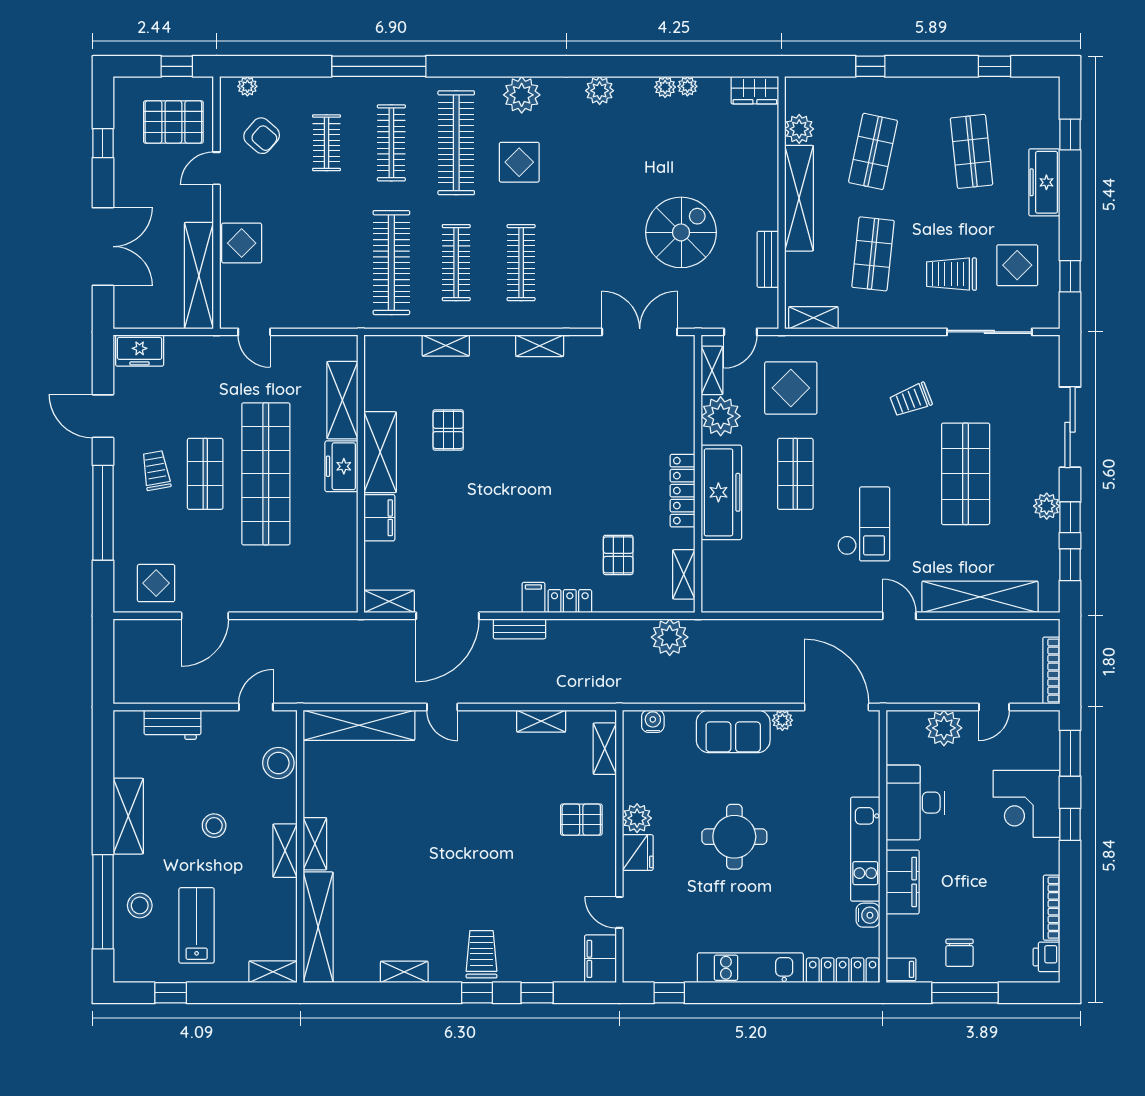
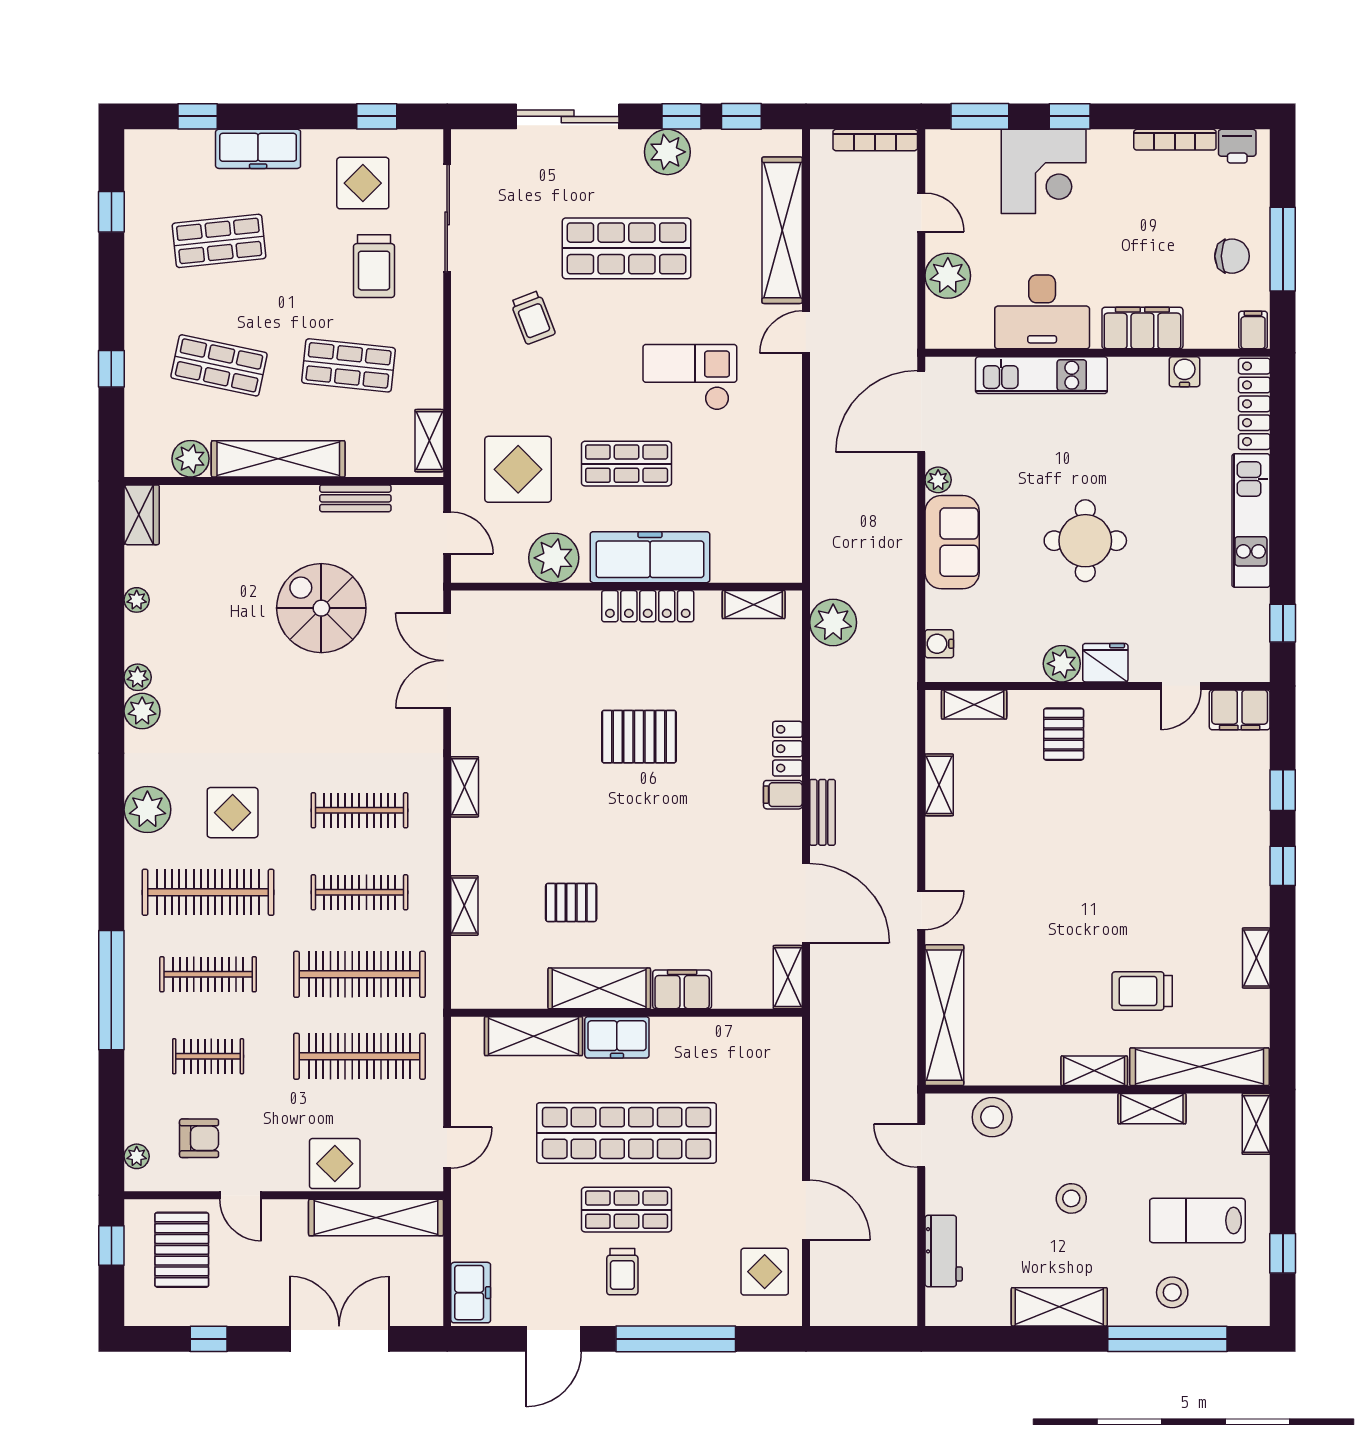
plant: (665, 87) -> (138, 677), moved
armchair: (262, 136) -> (199, 1138), turned 49
clothes rail: (327, 263) -> (359, 1056), added
shelving: (712, 370) -> (496, 569), removed
trolley: (156, 471) -> (622, 1272), turned -80
plant: (1047, 506) -> (667, 152), width x1.36, depth x1.36
pallet: (618, 555) -> (639, 737), moved, width x1.50, depth x1.42
kitchen unit: (865, 849) -> (1041, 375), moved
shelving: (285, 851) -> (1152, 1109), moved
trolley: (481, 954) -> (1142, 991), moved

